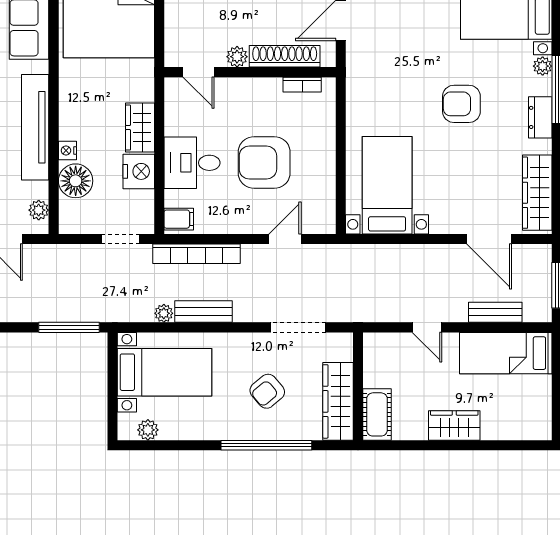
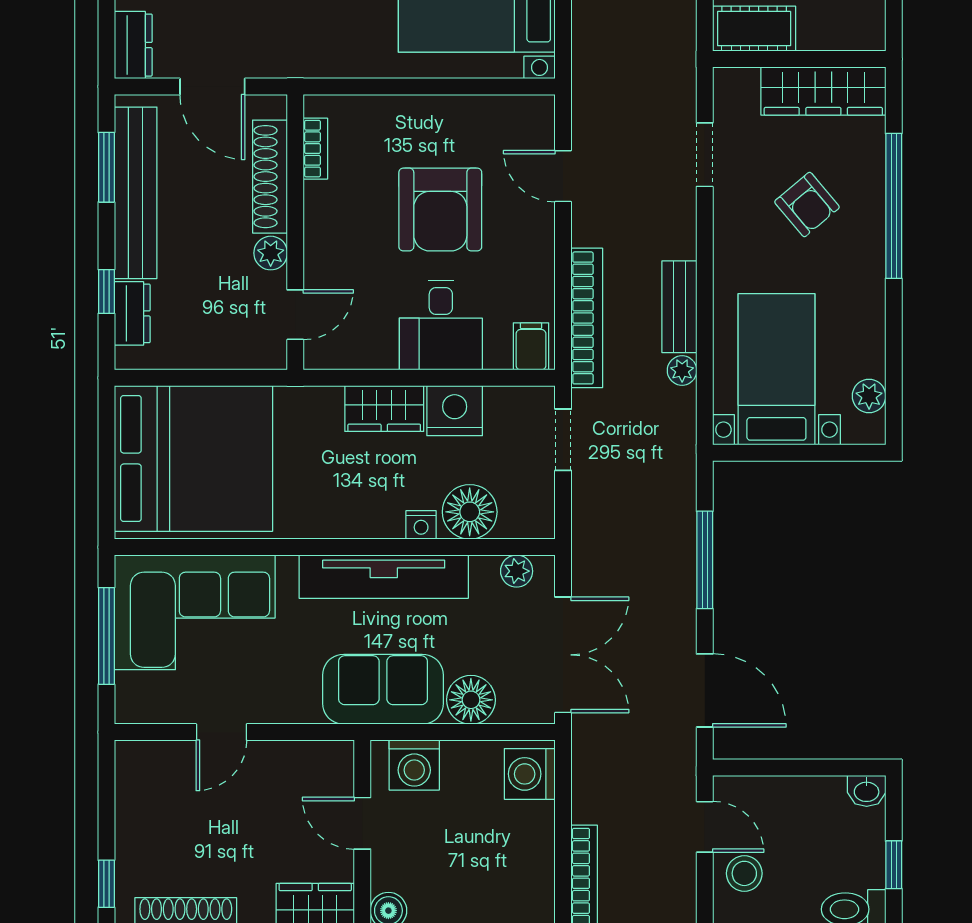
window: (69, 327) -> (705, 560), moved
doorway: (298, 327) -> (705, 155), width x0.73
cot: (377, 414) -> (754, 29), moved

